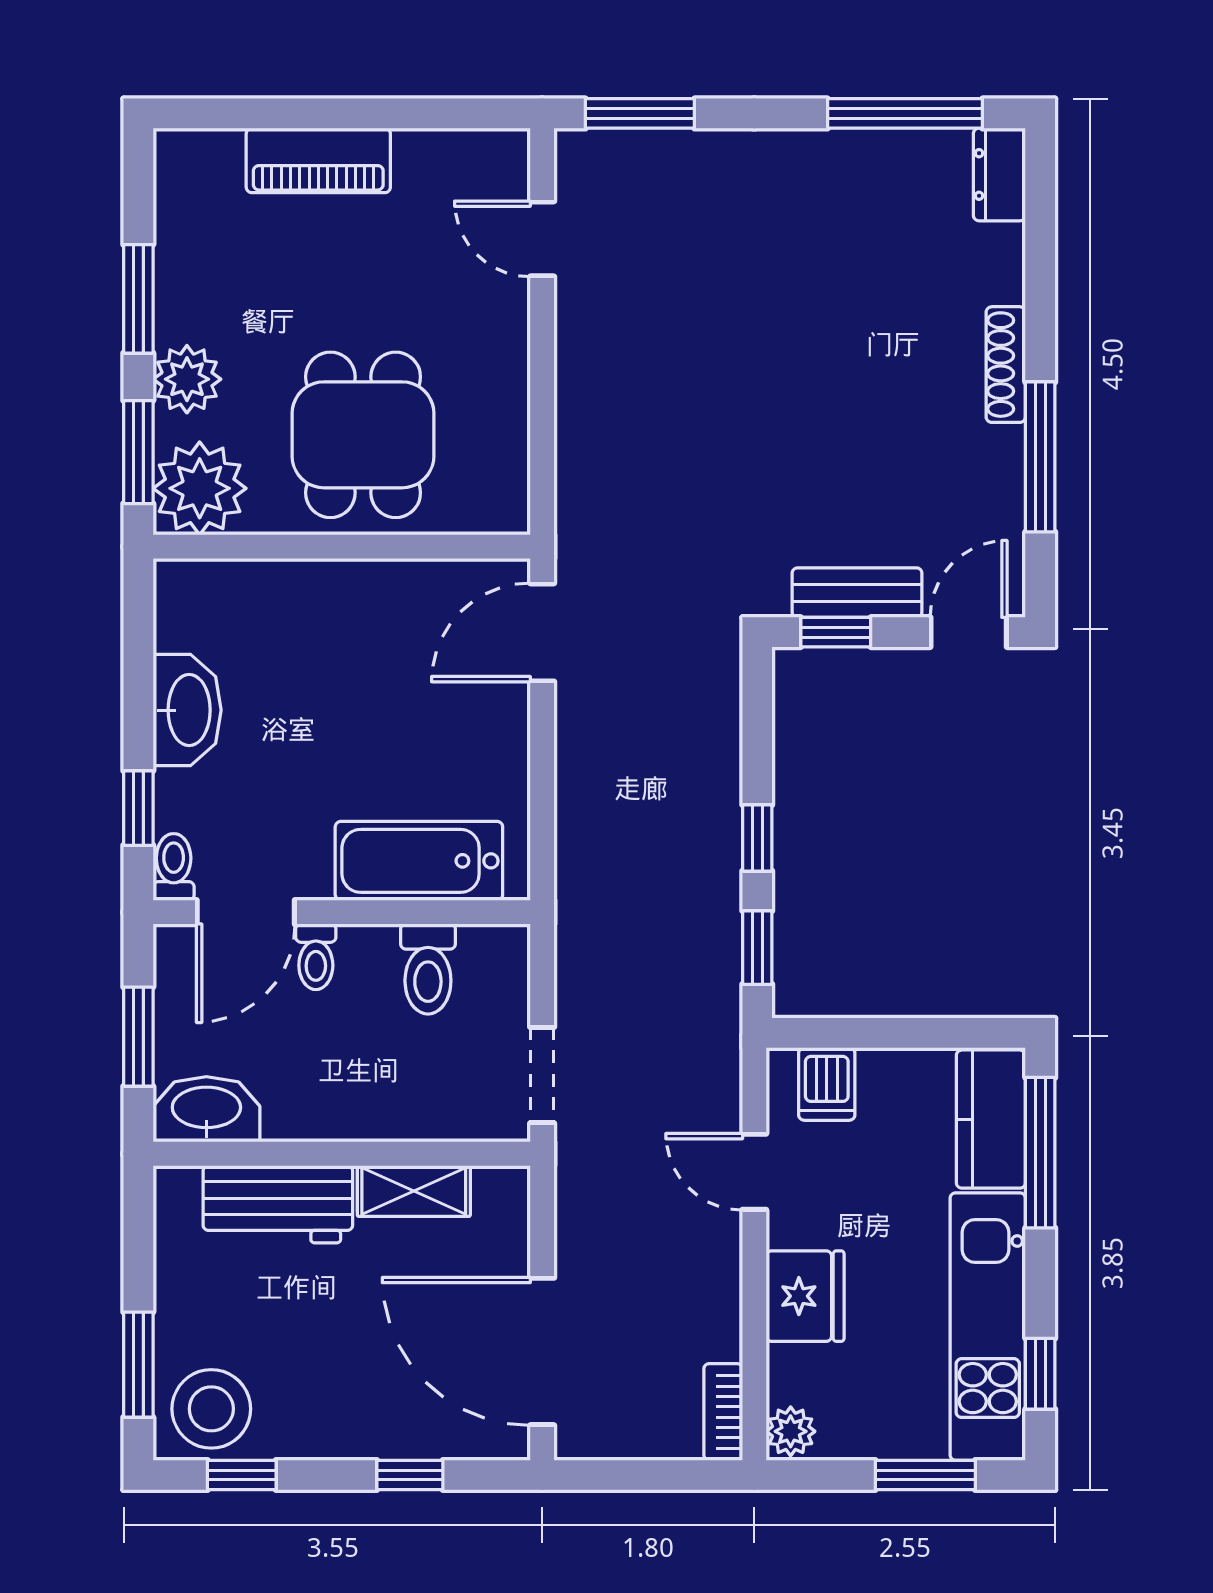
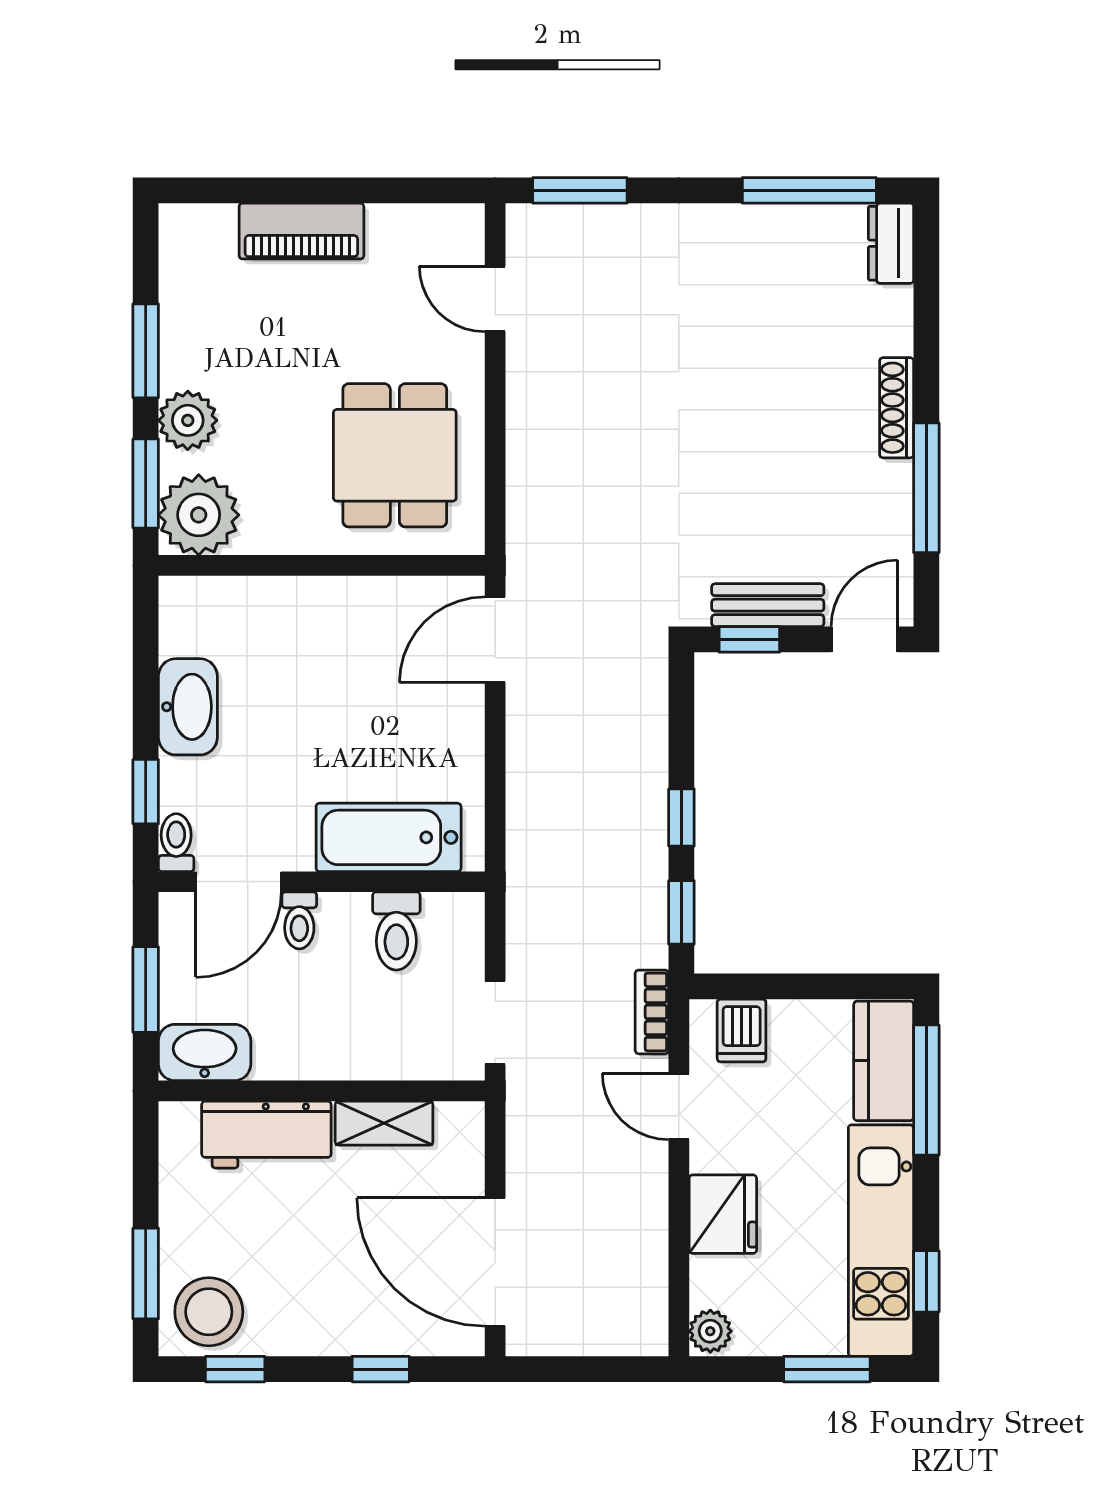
dining table: (363, 435) -> (395, 455), moved
bookcase: (723, 1412) -> (652, 1012), moved

